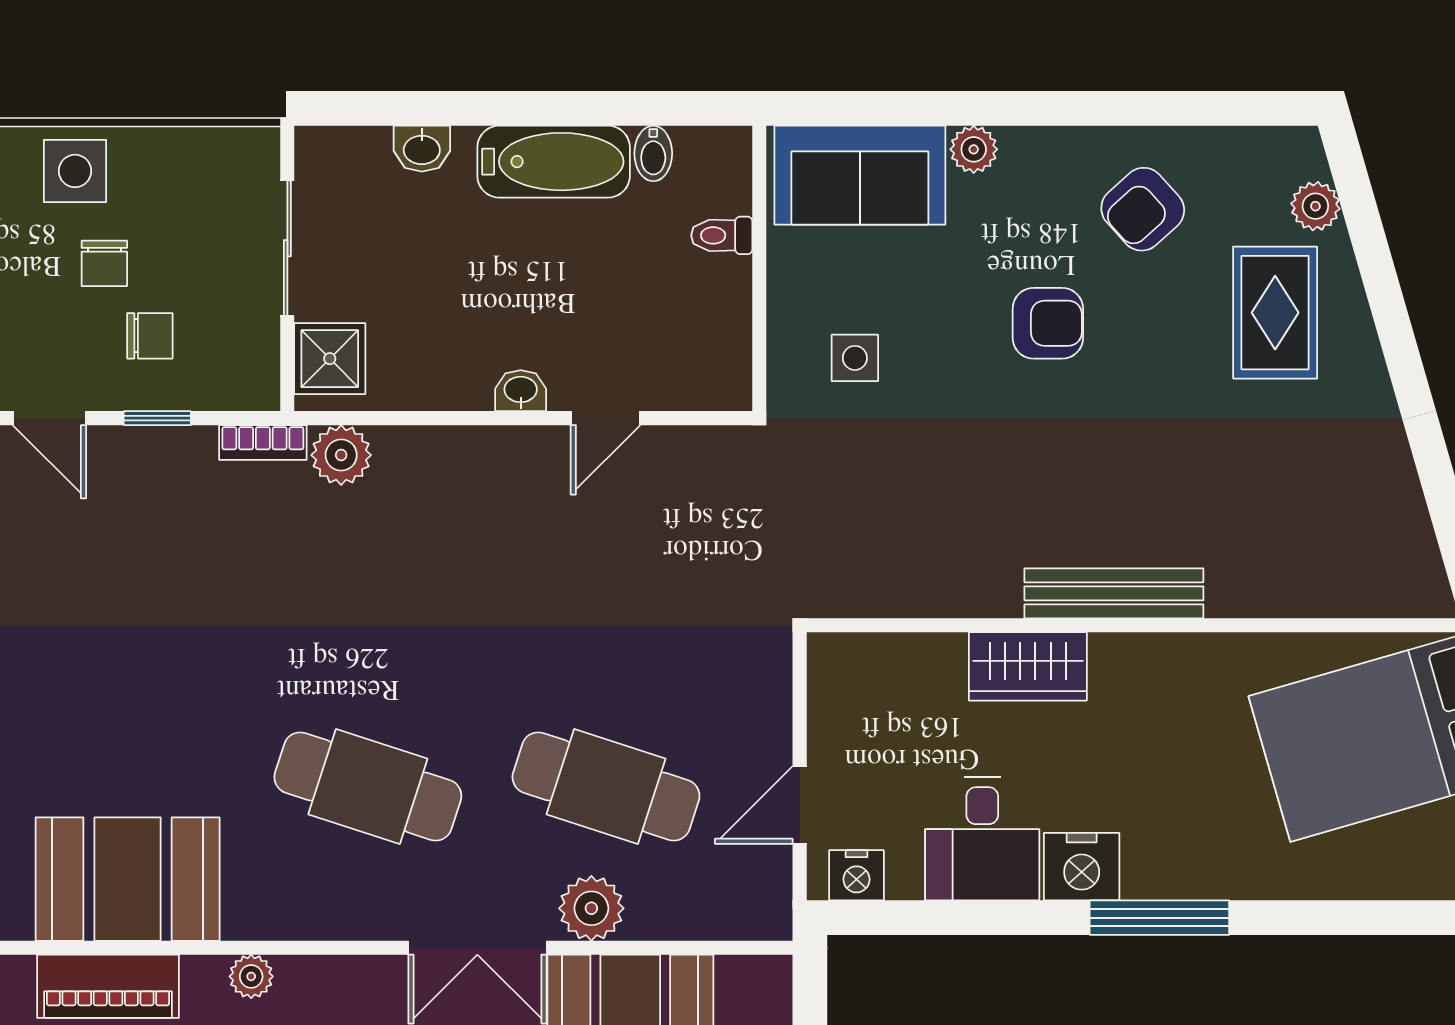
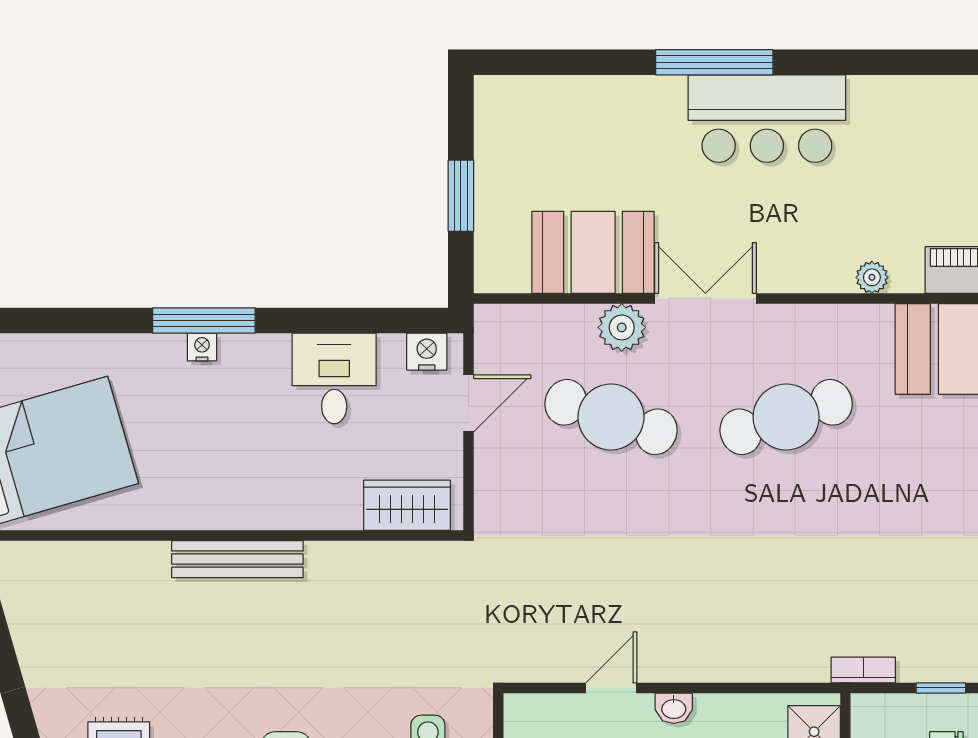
plant: (341, 455) -> (806, 661), removed
wardrobe: (1028, 666) -> (407, 505), moved
cafe table: (368, 786) -> (786, 417), turned -36
nightstand: (1082, 867) -> (202, 347), moved, width x0.53, depth x0.56

